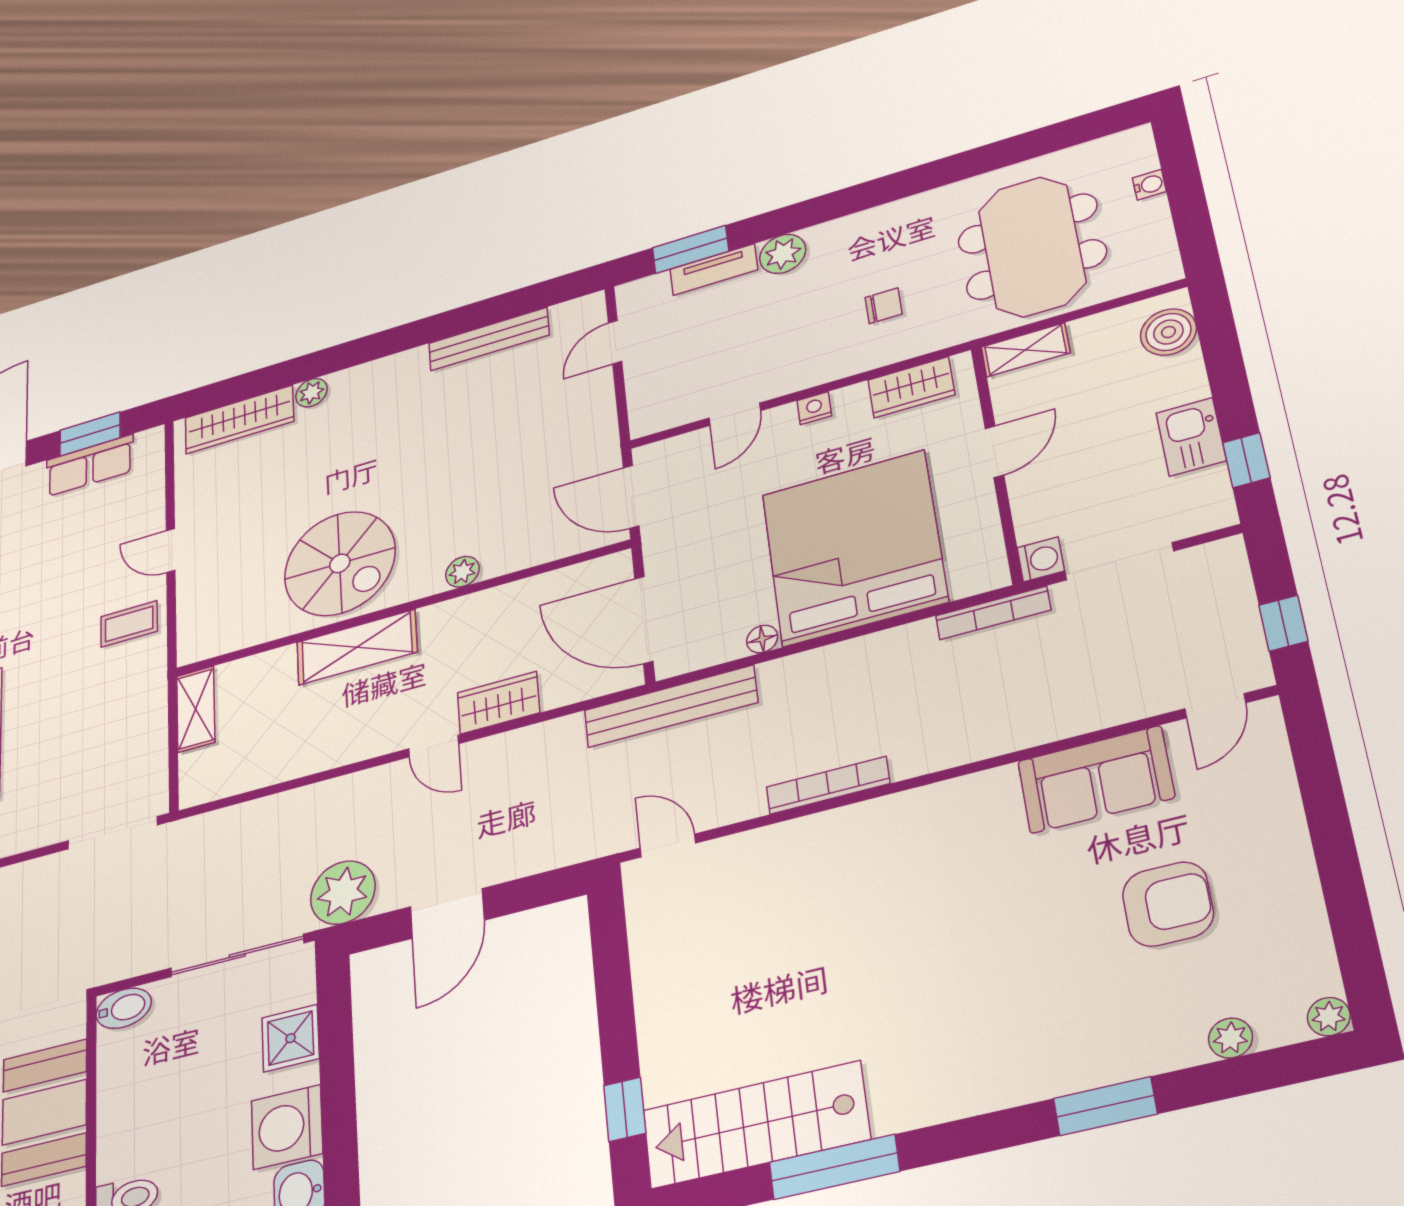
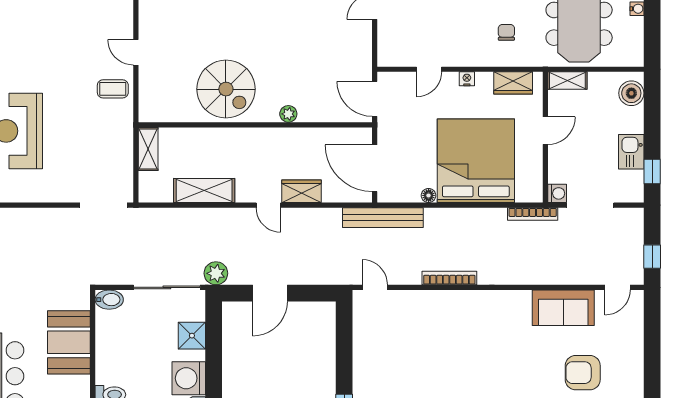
chair: (884, 306) -> (506, 32), turned -90
shelving: (357, 647) -> (204, 190), moved
plant: (343, 893) -> (216, 273), width x0.73, depth x0.73
armchair: (1168, 904) -> (583, 373), turned 180

